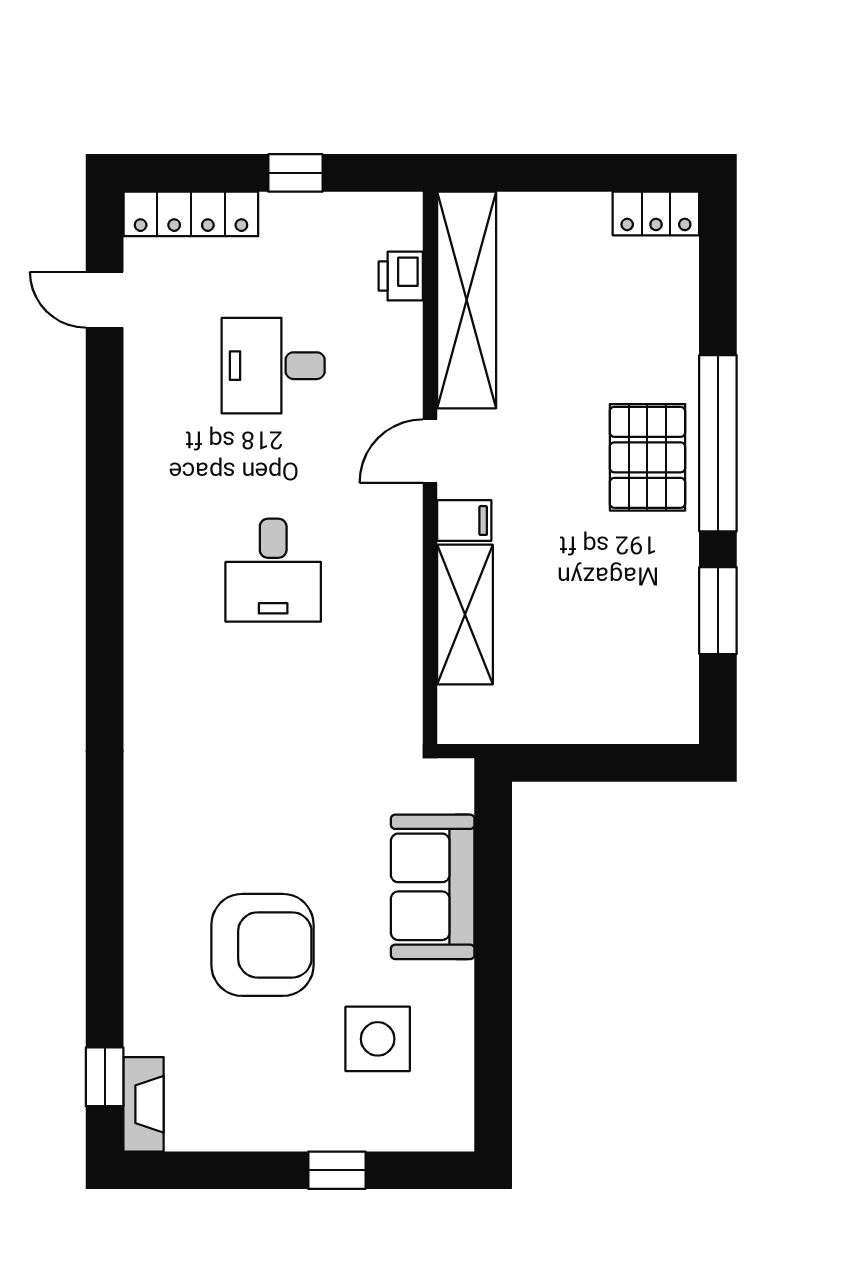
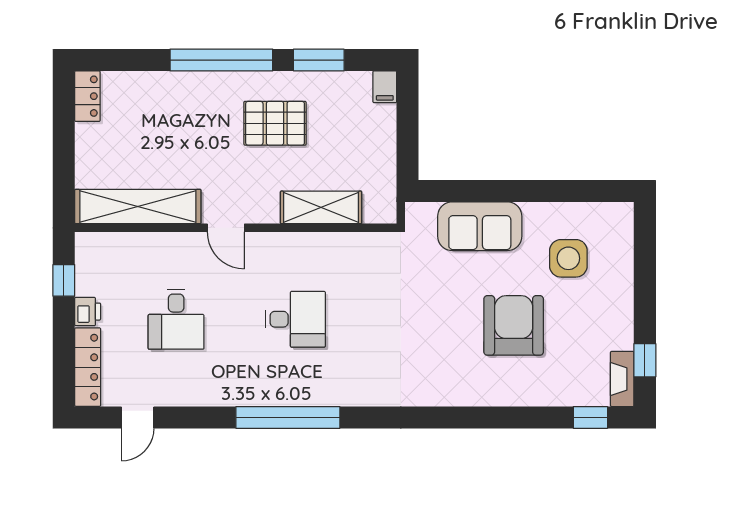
window: (295, 173) -> (64, 280), moved
printer: (401, 276) -> (88, 312), moved, turned -90
pallet: (647, 457) -> (275, 123), moved
filing cabinet: (464, 521) -> (385, 87), moved, turned 180
window: (105, 558) -> (288, 417), added
fireplace: (143, 1104) -> (622, 379), moved, turned -90
window: (337, 1170) -> (645, 360), moved

